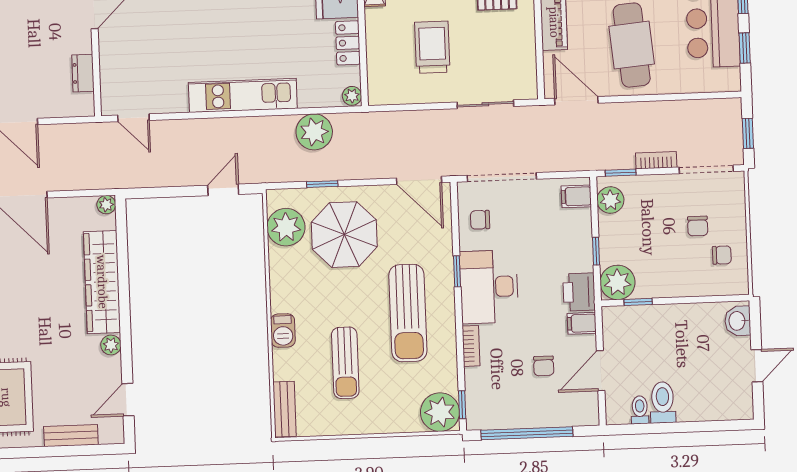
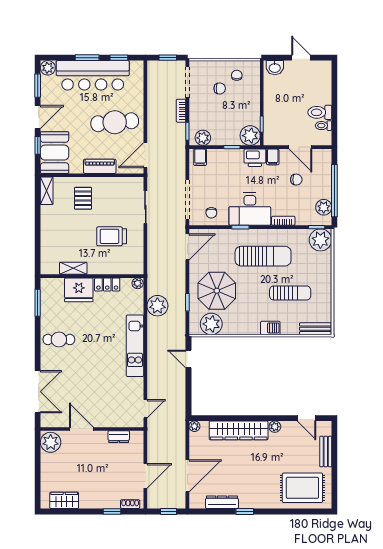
plant: (497, 416) -> (324, 207), added

